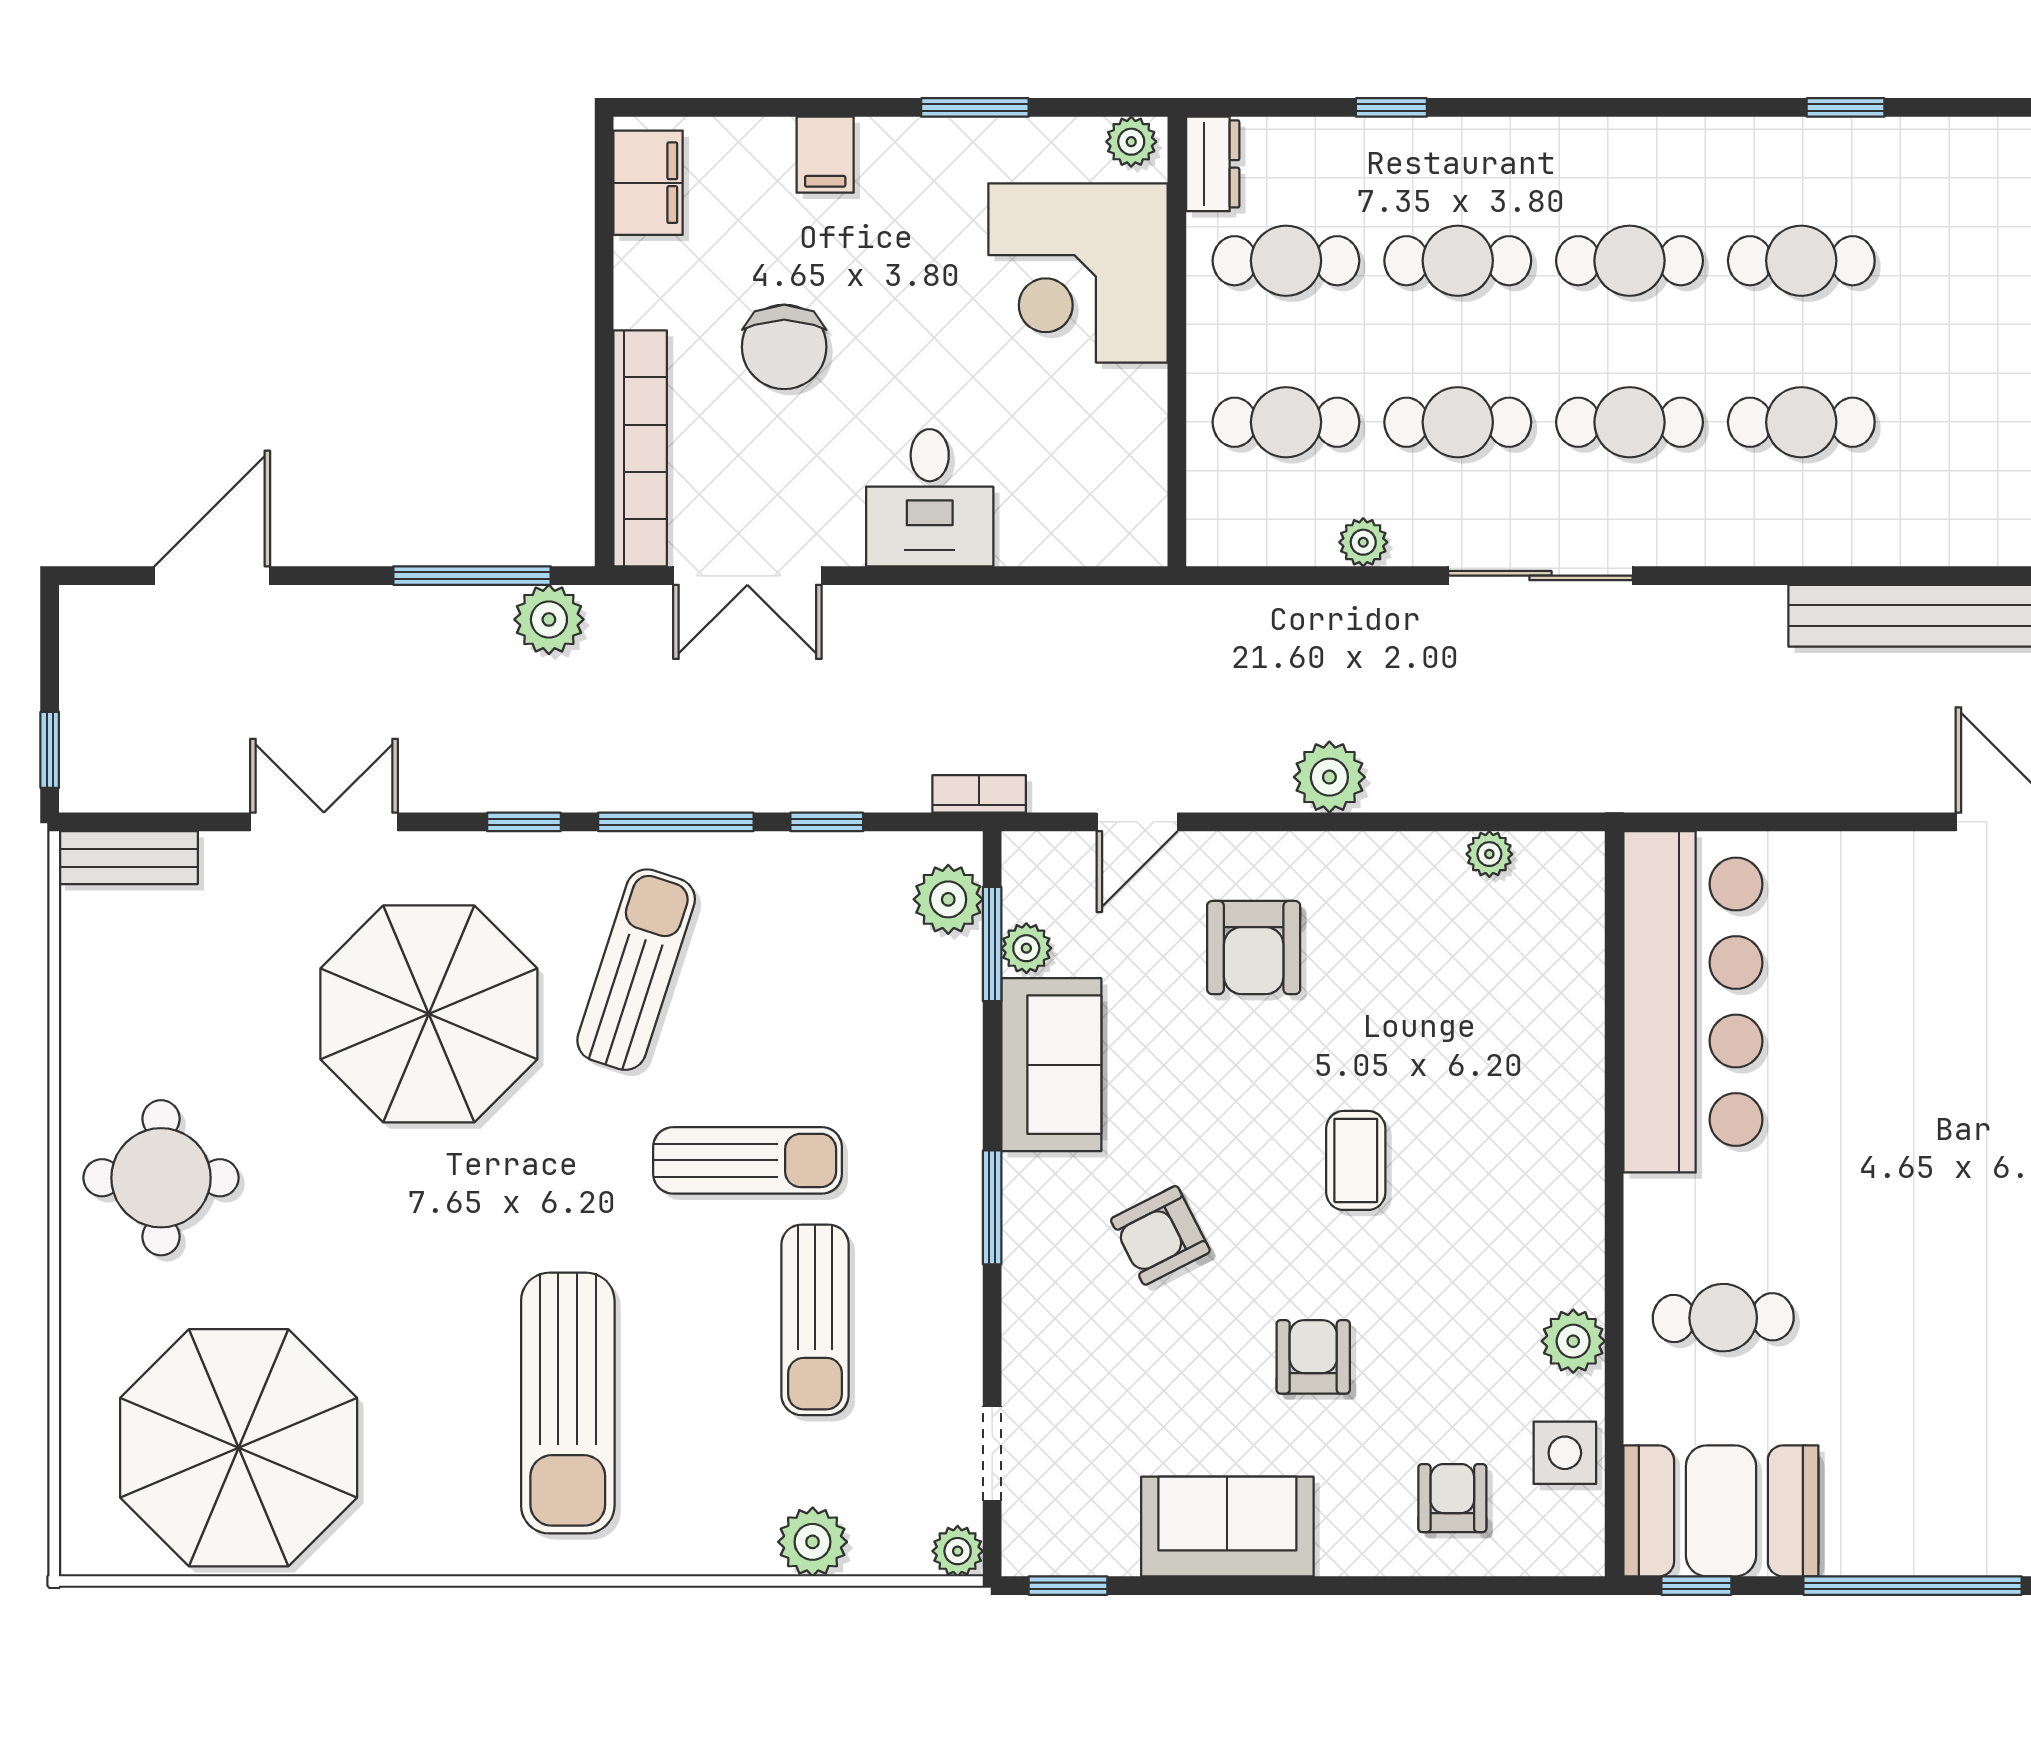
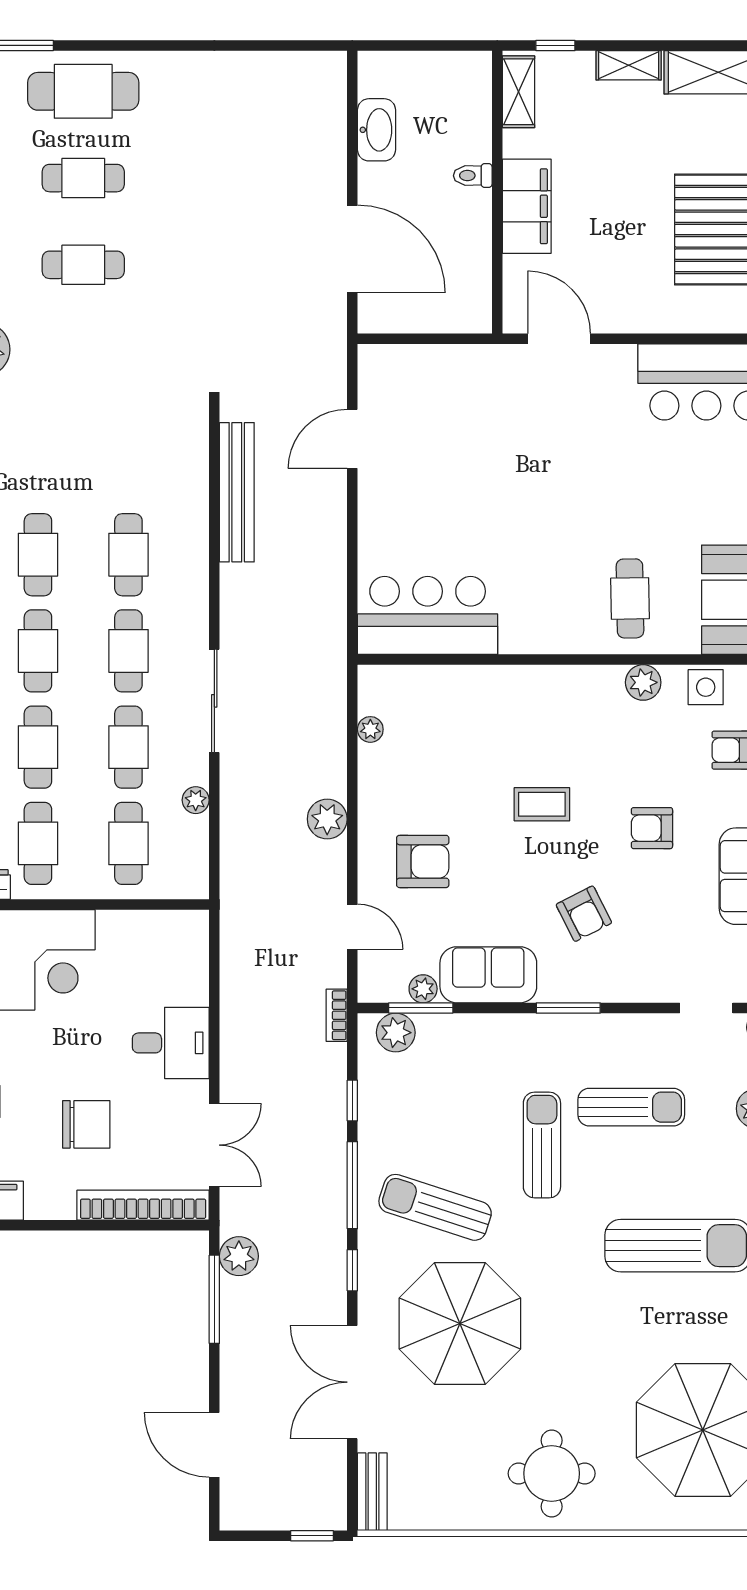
double door: (324, 822) -> (352, 1382), width x1.37
bar counter: (1693, 1002) -> (428, 615), width x0.73

